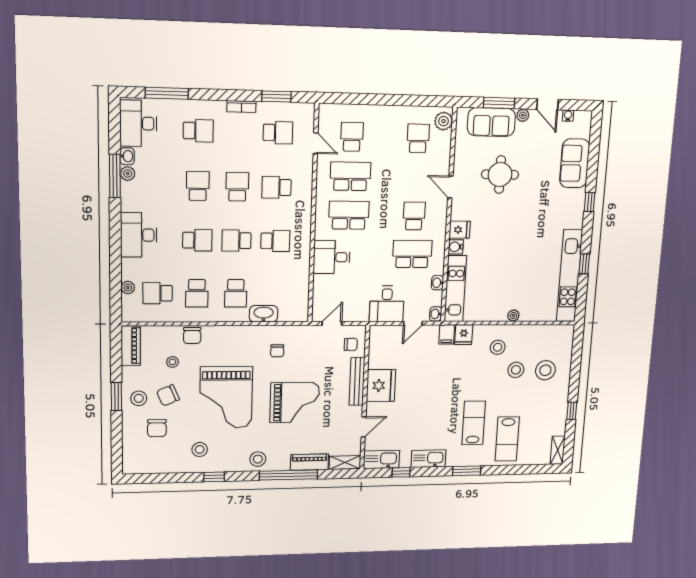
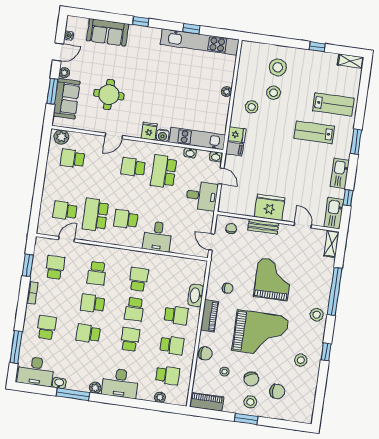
plant: (128, 174) -> (95, 388), moved
school desk: (349, 215) -> (126, 219), width x0.54
school desk: (158, 293) -> (168, 375), turned -90
bench: (357, 381) -> (263, 227), width x0.73
piano: (309, 462) -> (209, 316), moved, turned 180

